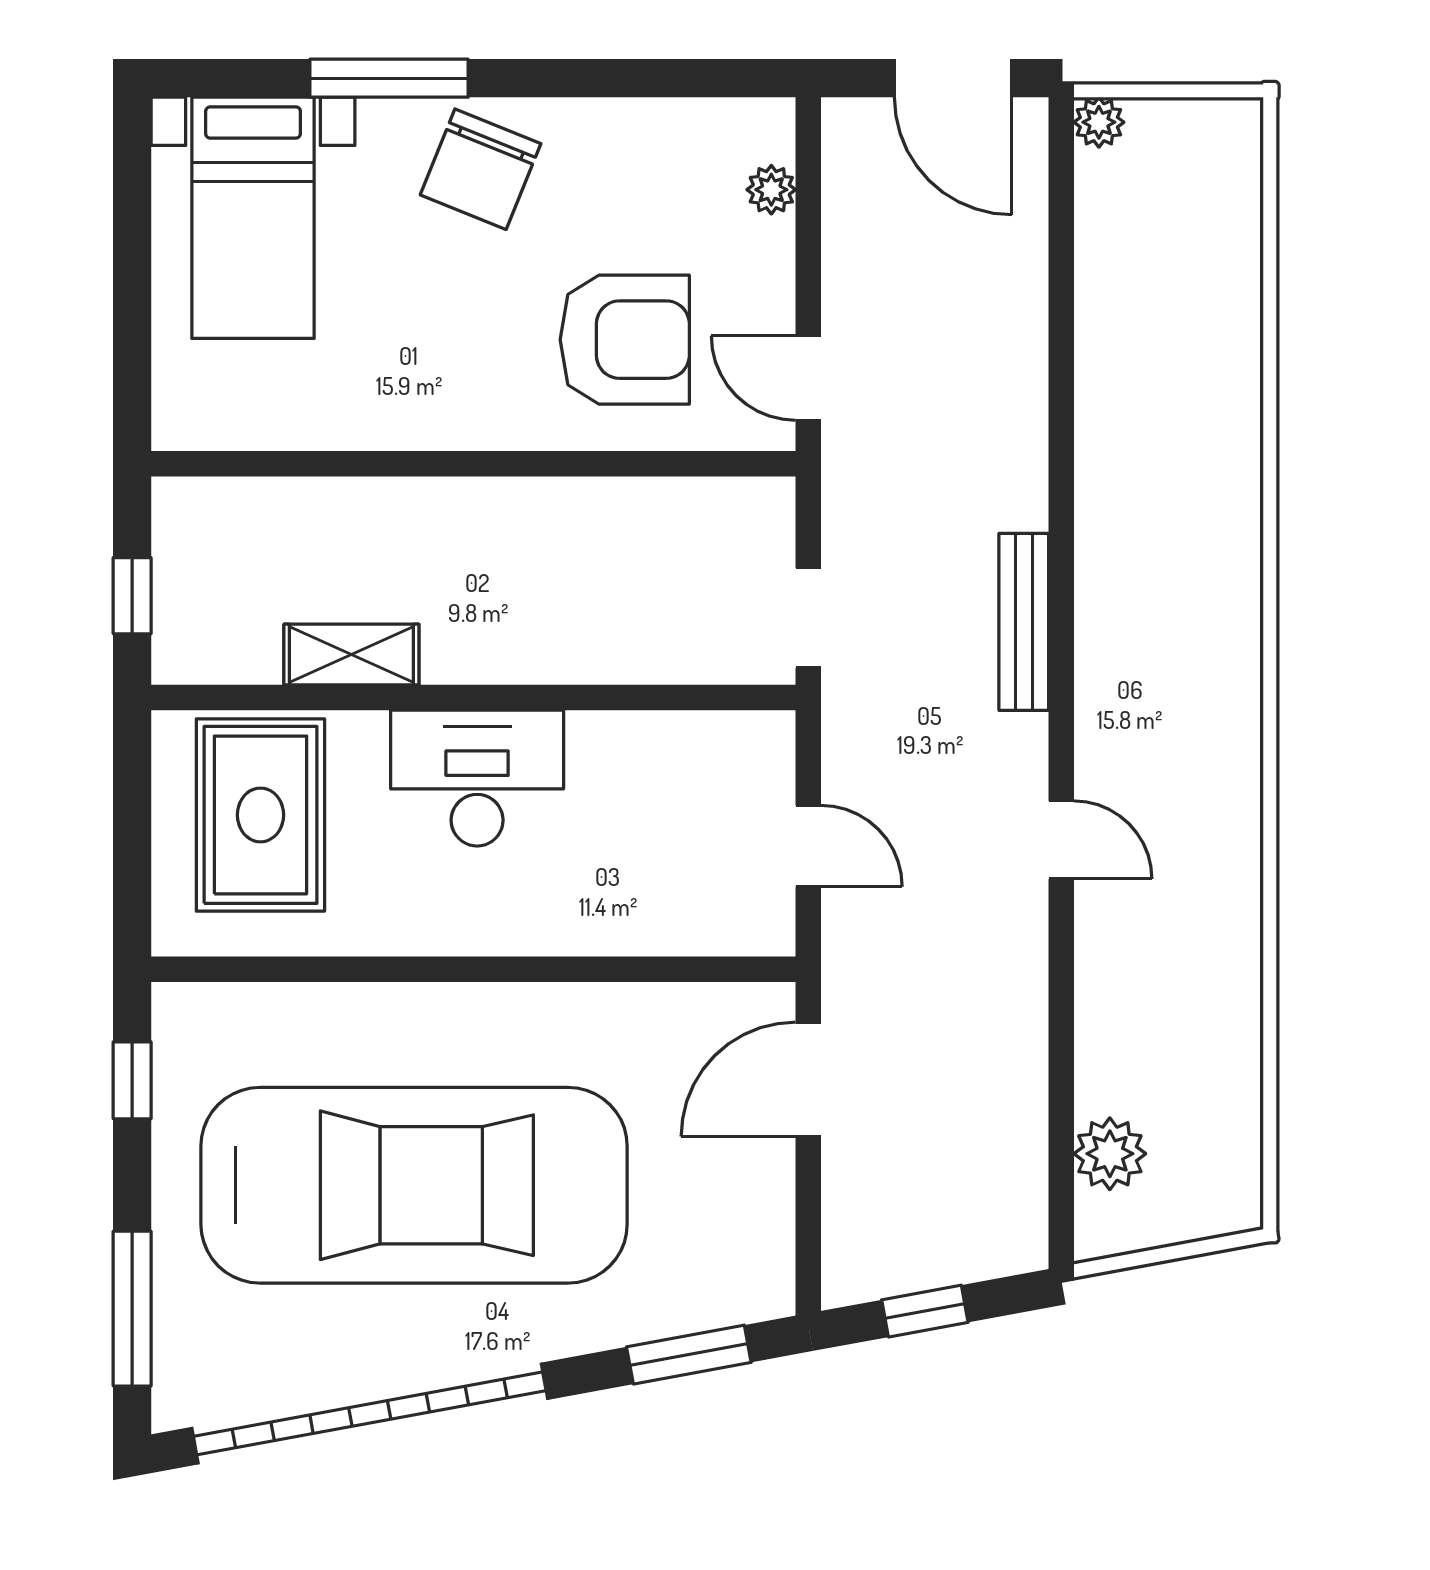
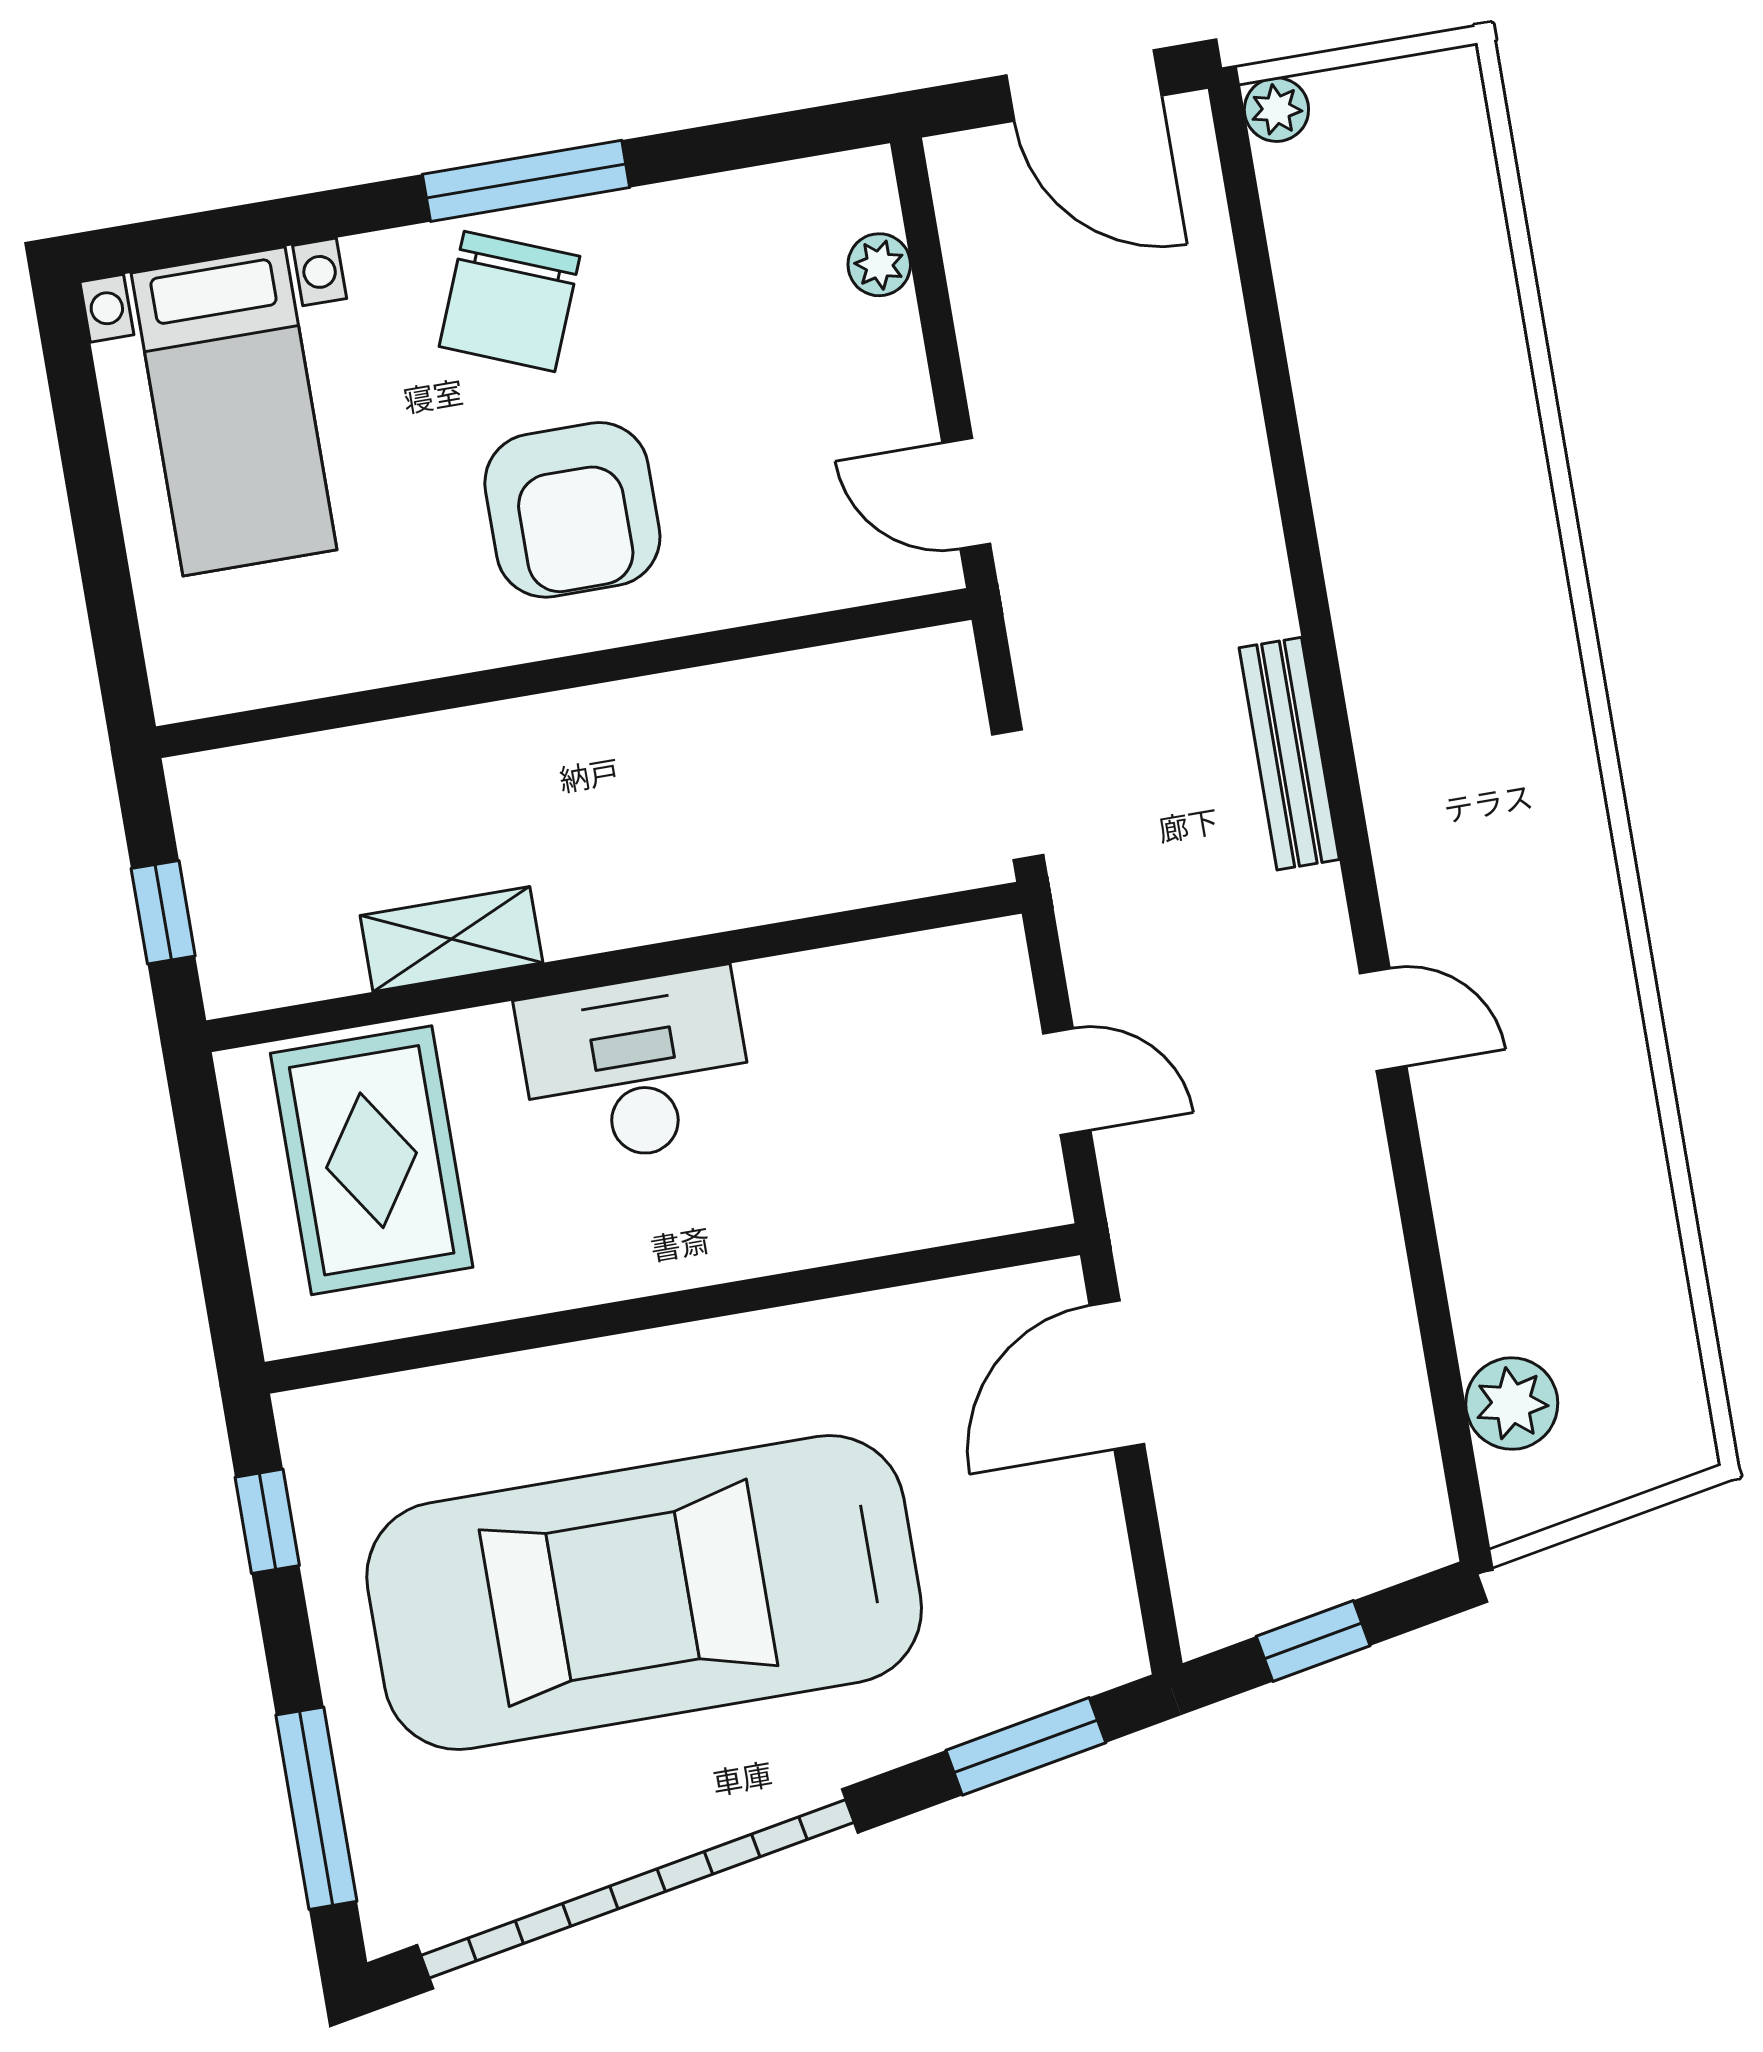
window: (389, 78) -> (526, 181), moved
armchair: (625, 340) -> (572, 510), moved, turned 90
car: (414, 1185) -> (644, 1593), turned 180

